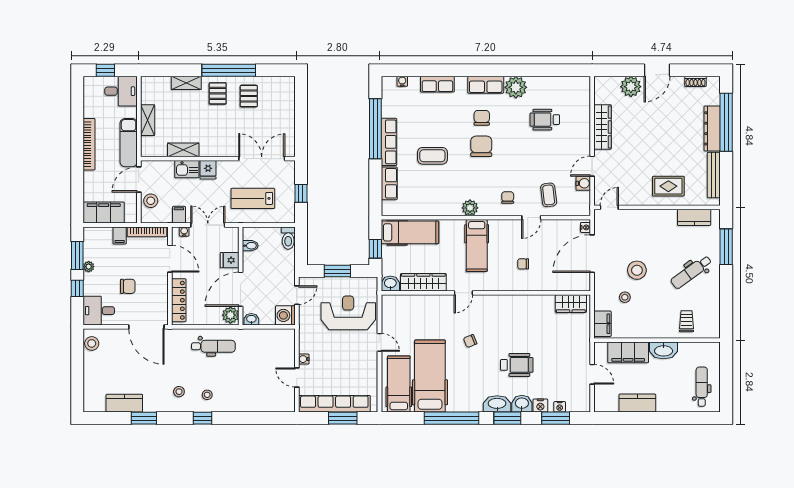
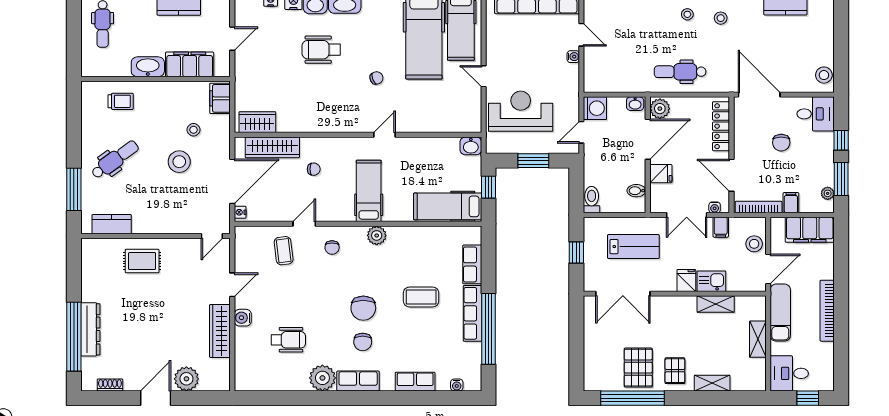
window: (229, 70) -> (633, 398), moved
pallet: (249, 96) -> (638, 368), width x1.50, depth x1.42
bench: (714, 175) -> (88, 274), removed
water cooler: (583, 183) -> (243, 318), moved
plant: (89, 267) -> (828, 193), moved
wardrobe: (423, 282) -> (272, 147), moved
chair: (128, 286) -> (781, 143), turned -90
reception desk: (348, 313) -> (521, 111), turned 180
trolley: (686, 321) -> (121, 101), turned -90
door: (592, 374) -> (232, 39), swing flipped

